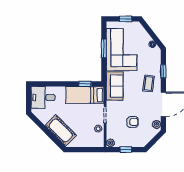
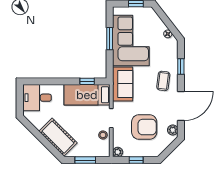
armchair: (133, 122) -> (144, 127), width x1.88, depth x1.88
window: (83, 150) -> (85, 160), added

